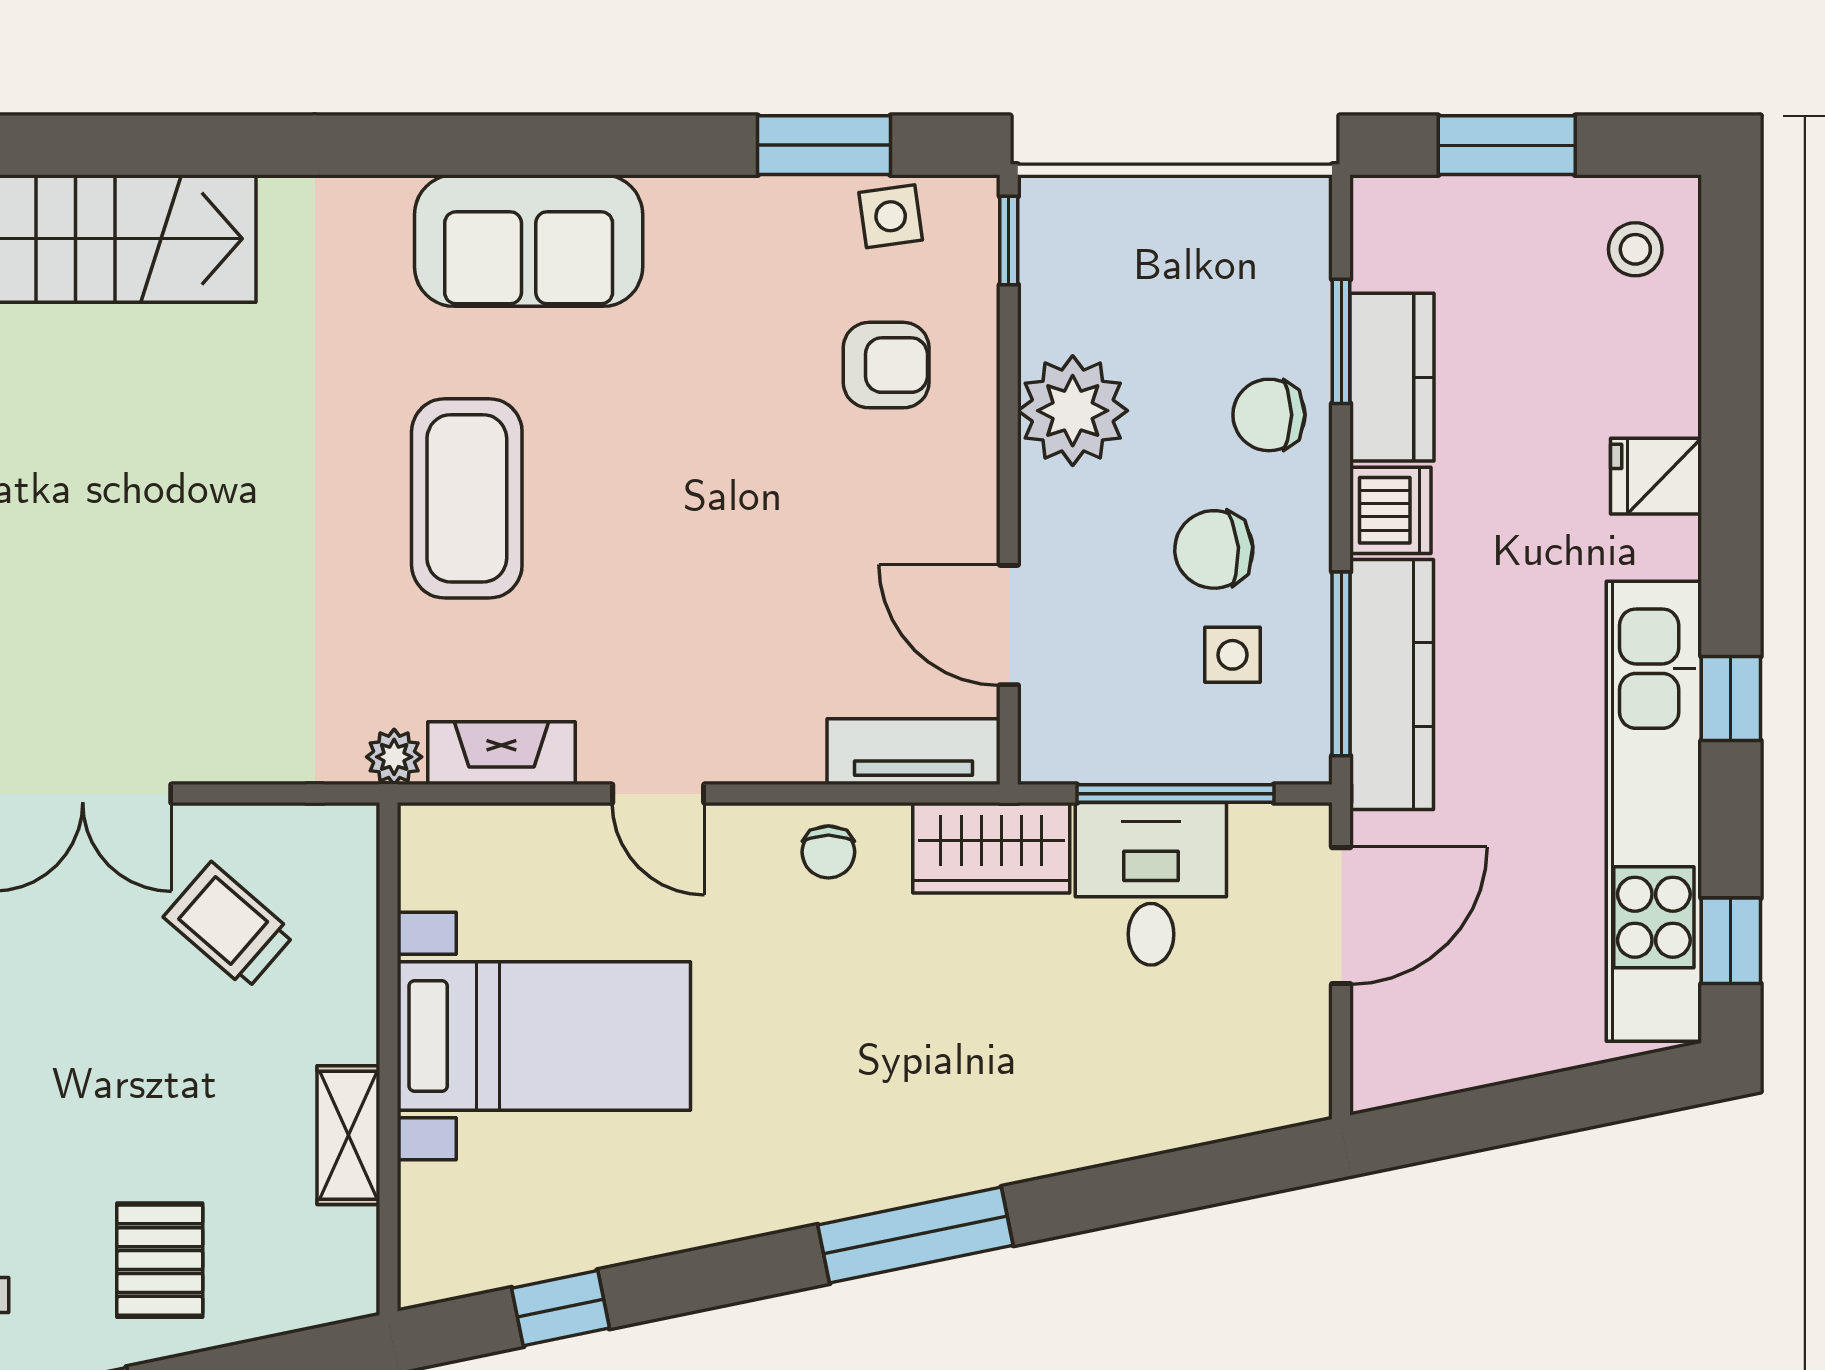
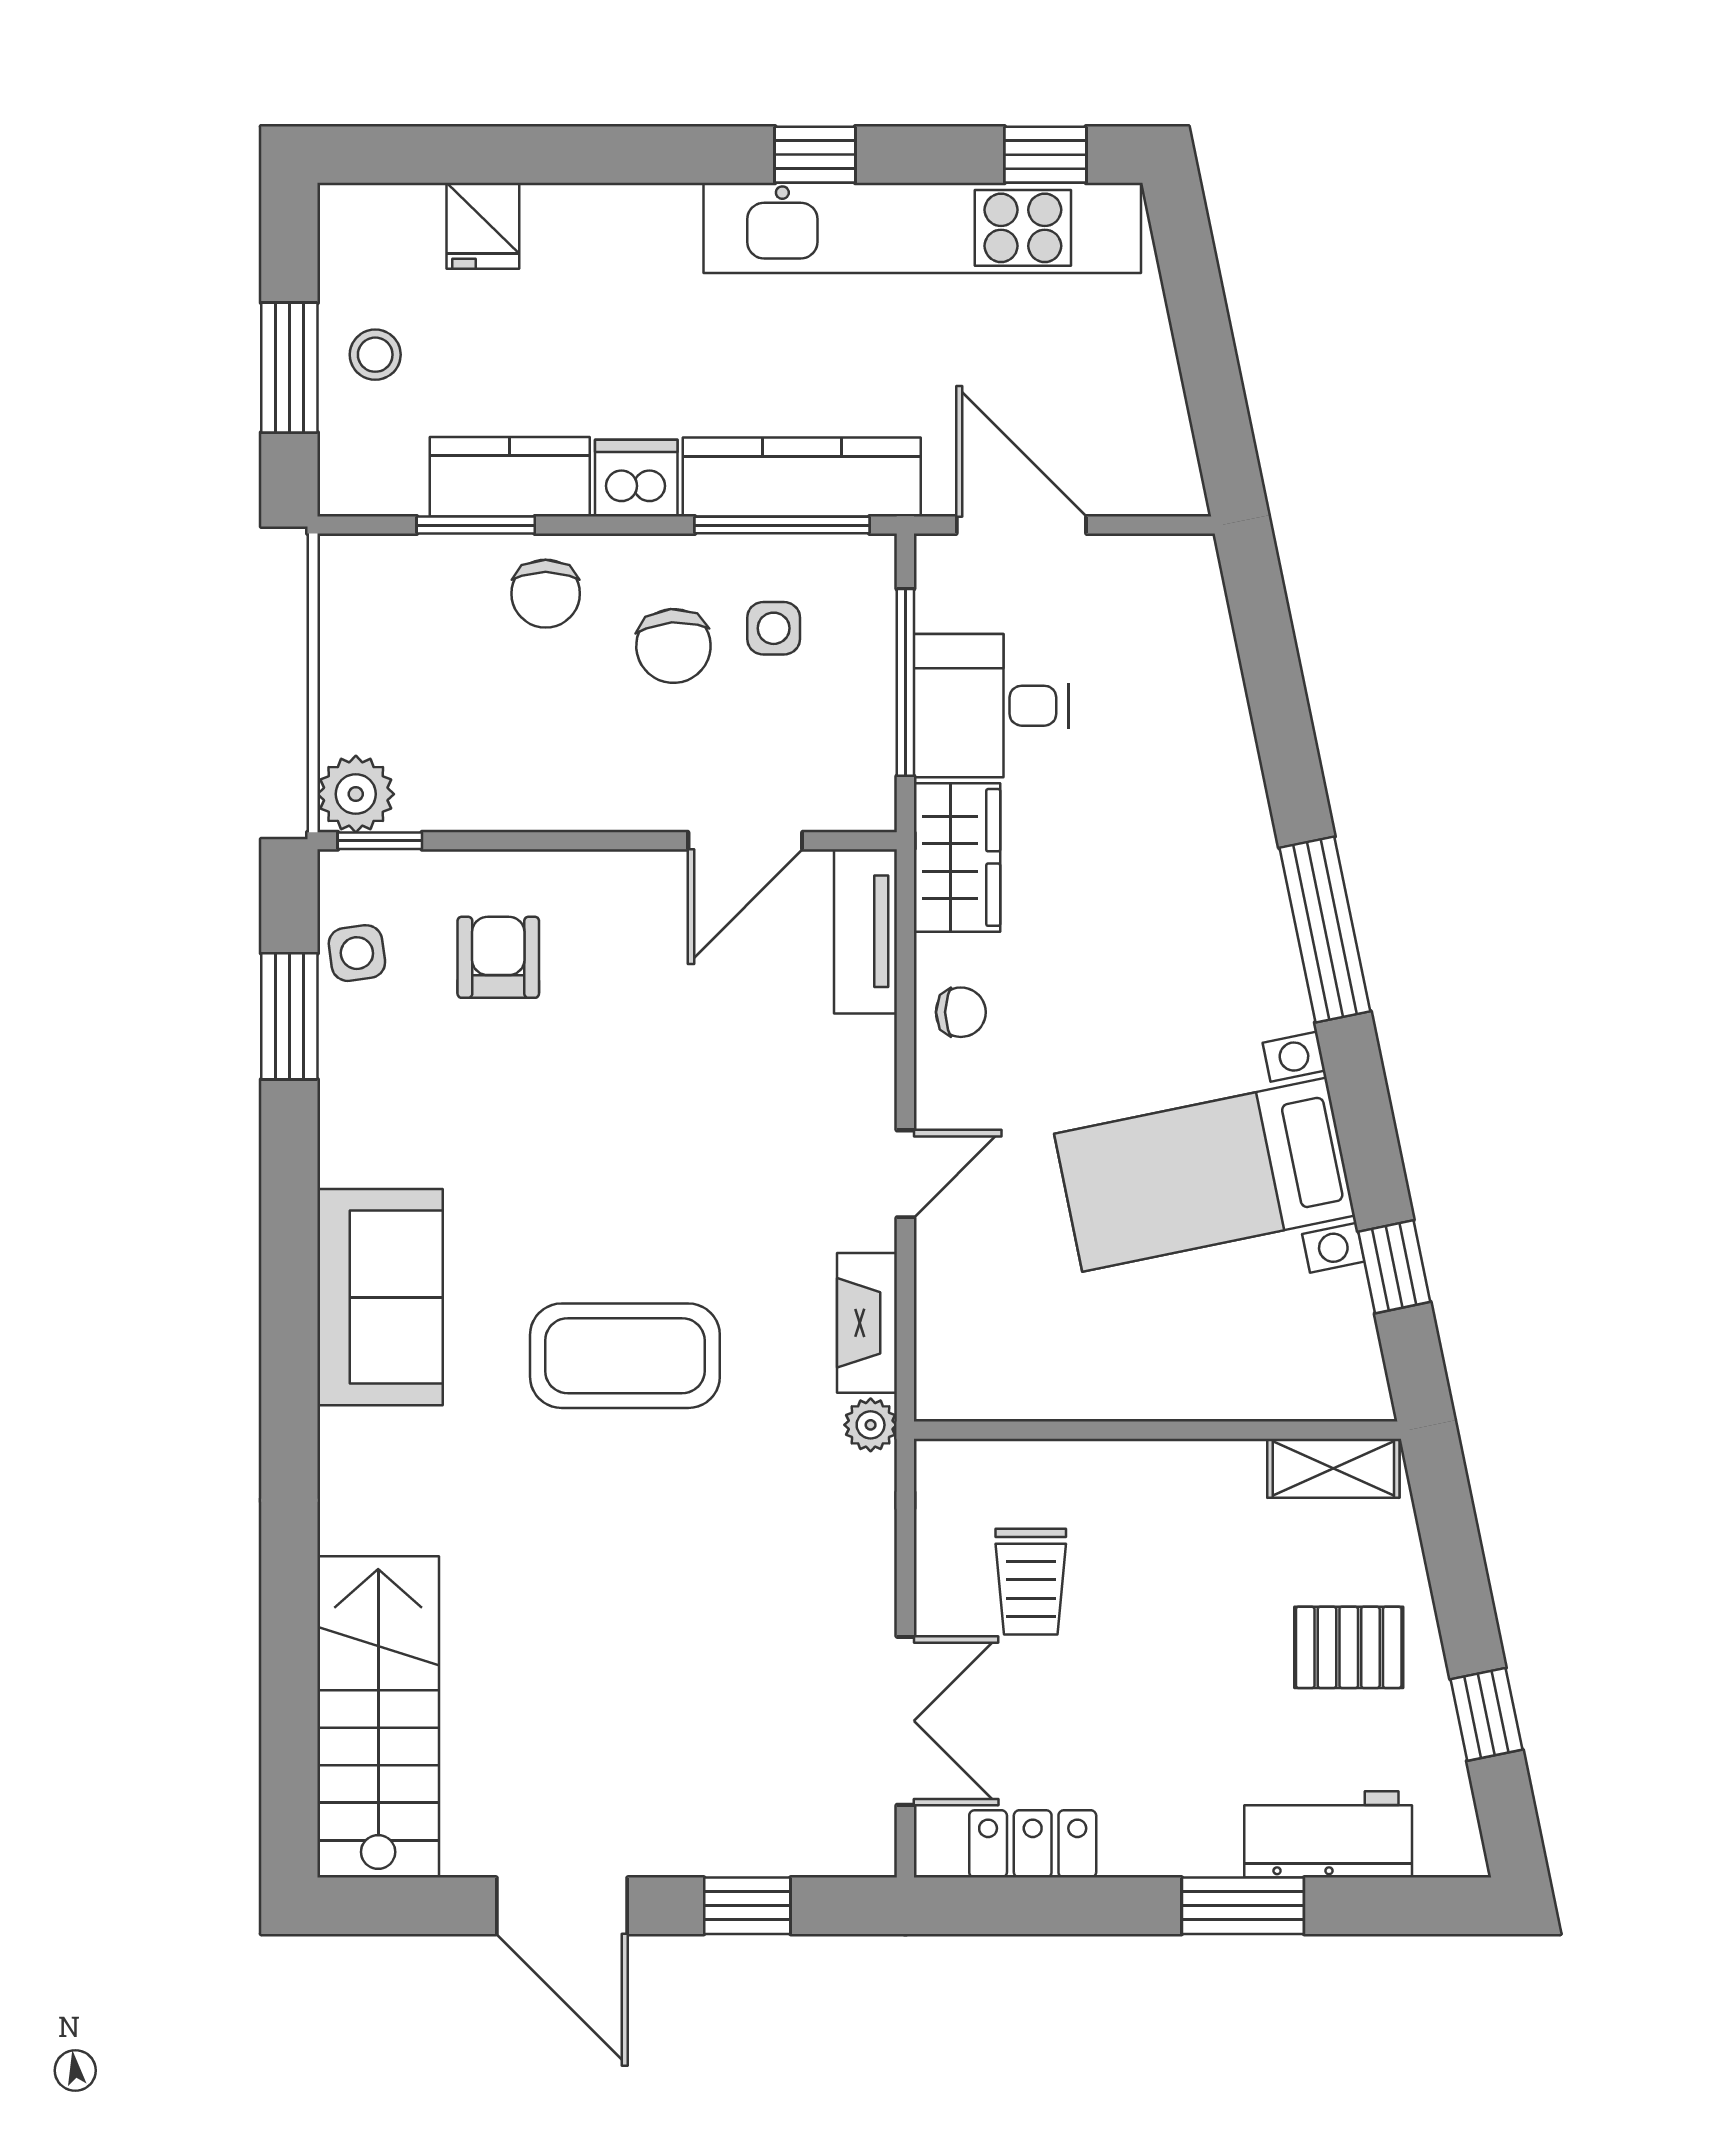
stool: (1635, 249) -> (375, 355), moved
plant: (1073, 411) -> (356, 794), moved, width x0.73, depth x0.73
fridge: (1656, 476) -> (483, 226), moved
trolley: (229, 926) -> (1031, 1582), turned -41
bed with nightstands: (544, 1036) -> (1205, 1175), moved, turned -102
shelving: (348, 1135) -> (1333, 1468), moved

